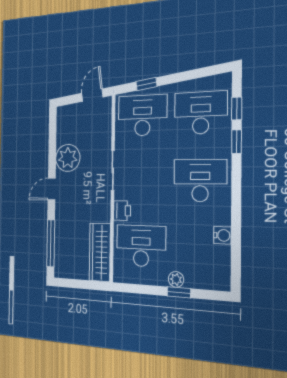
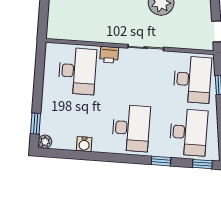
window: (237, 108) -> (202, 164), moved
wardrobe: (100, 252) -> (73, 31), removed
plant: (176, 279) -> (45, 142), moved
window: (179, 292) -> (35, 124), moved

